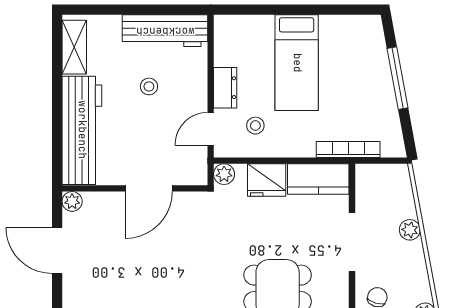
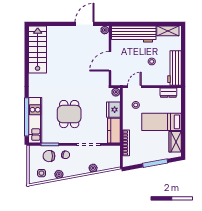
wardrobe: (345, 29) -> (175, 142), added
dresser: (225, 88) -> (168, 93), moved
door: (211, 129) -> (134, 87), hinge flipped
door: (149, 188) -> (110, 61), hinge flipped

